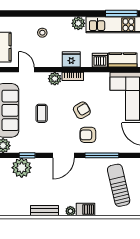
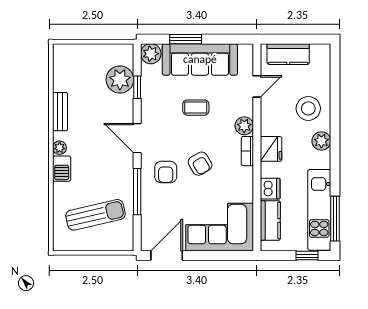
plant: (78, 23) -> (321, 141), moved
stool: (42, 33) -> (308, 108), width x1.89, depth x1.89
armchair: (88, 135) -> (166, 172), turned 180

